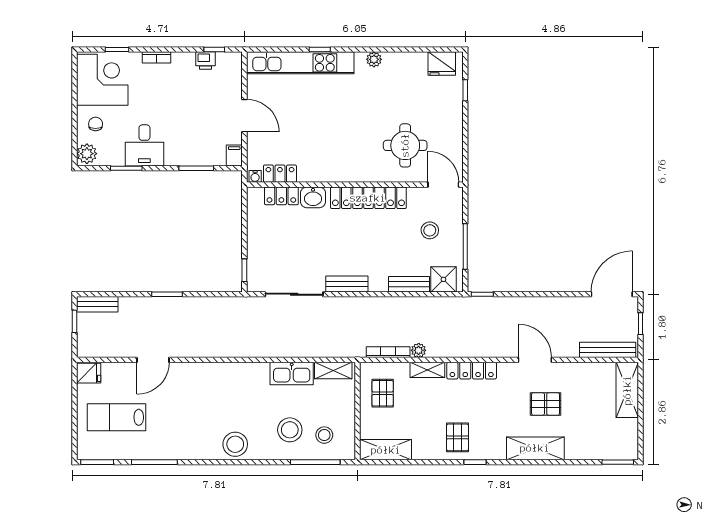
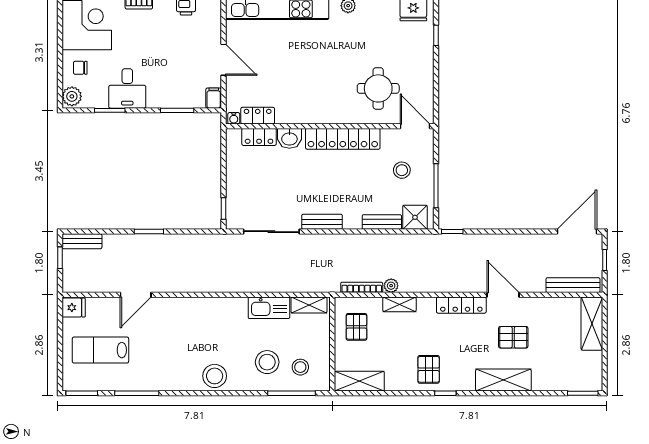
chair: (96, 124) -> (80, 68), turned -90
locker: (472, 371) -> (461, 305), moved

